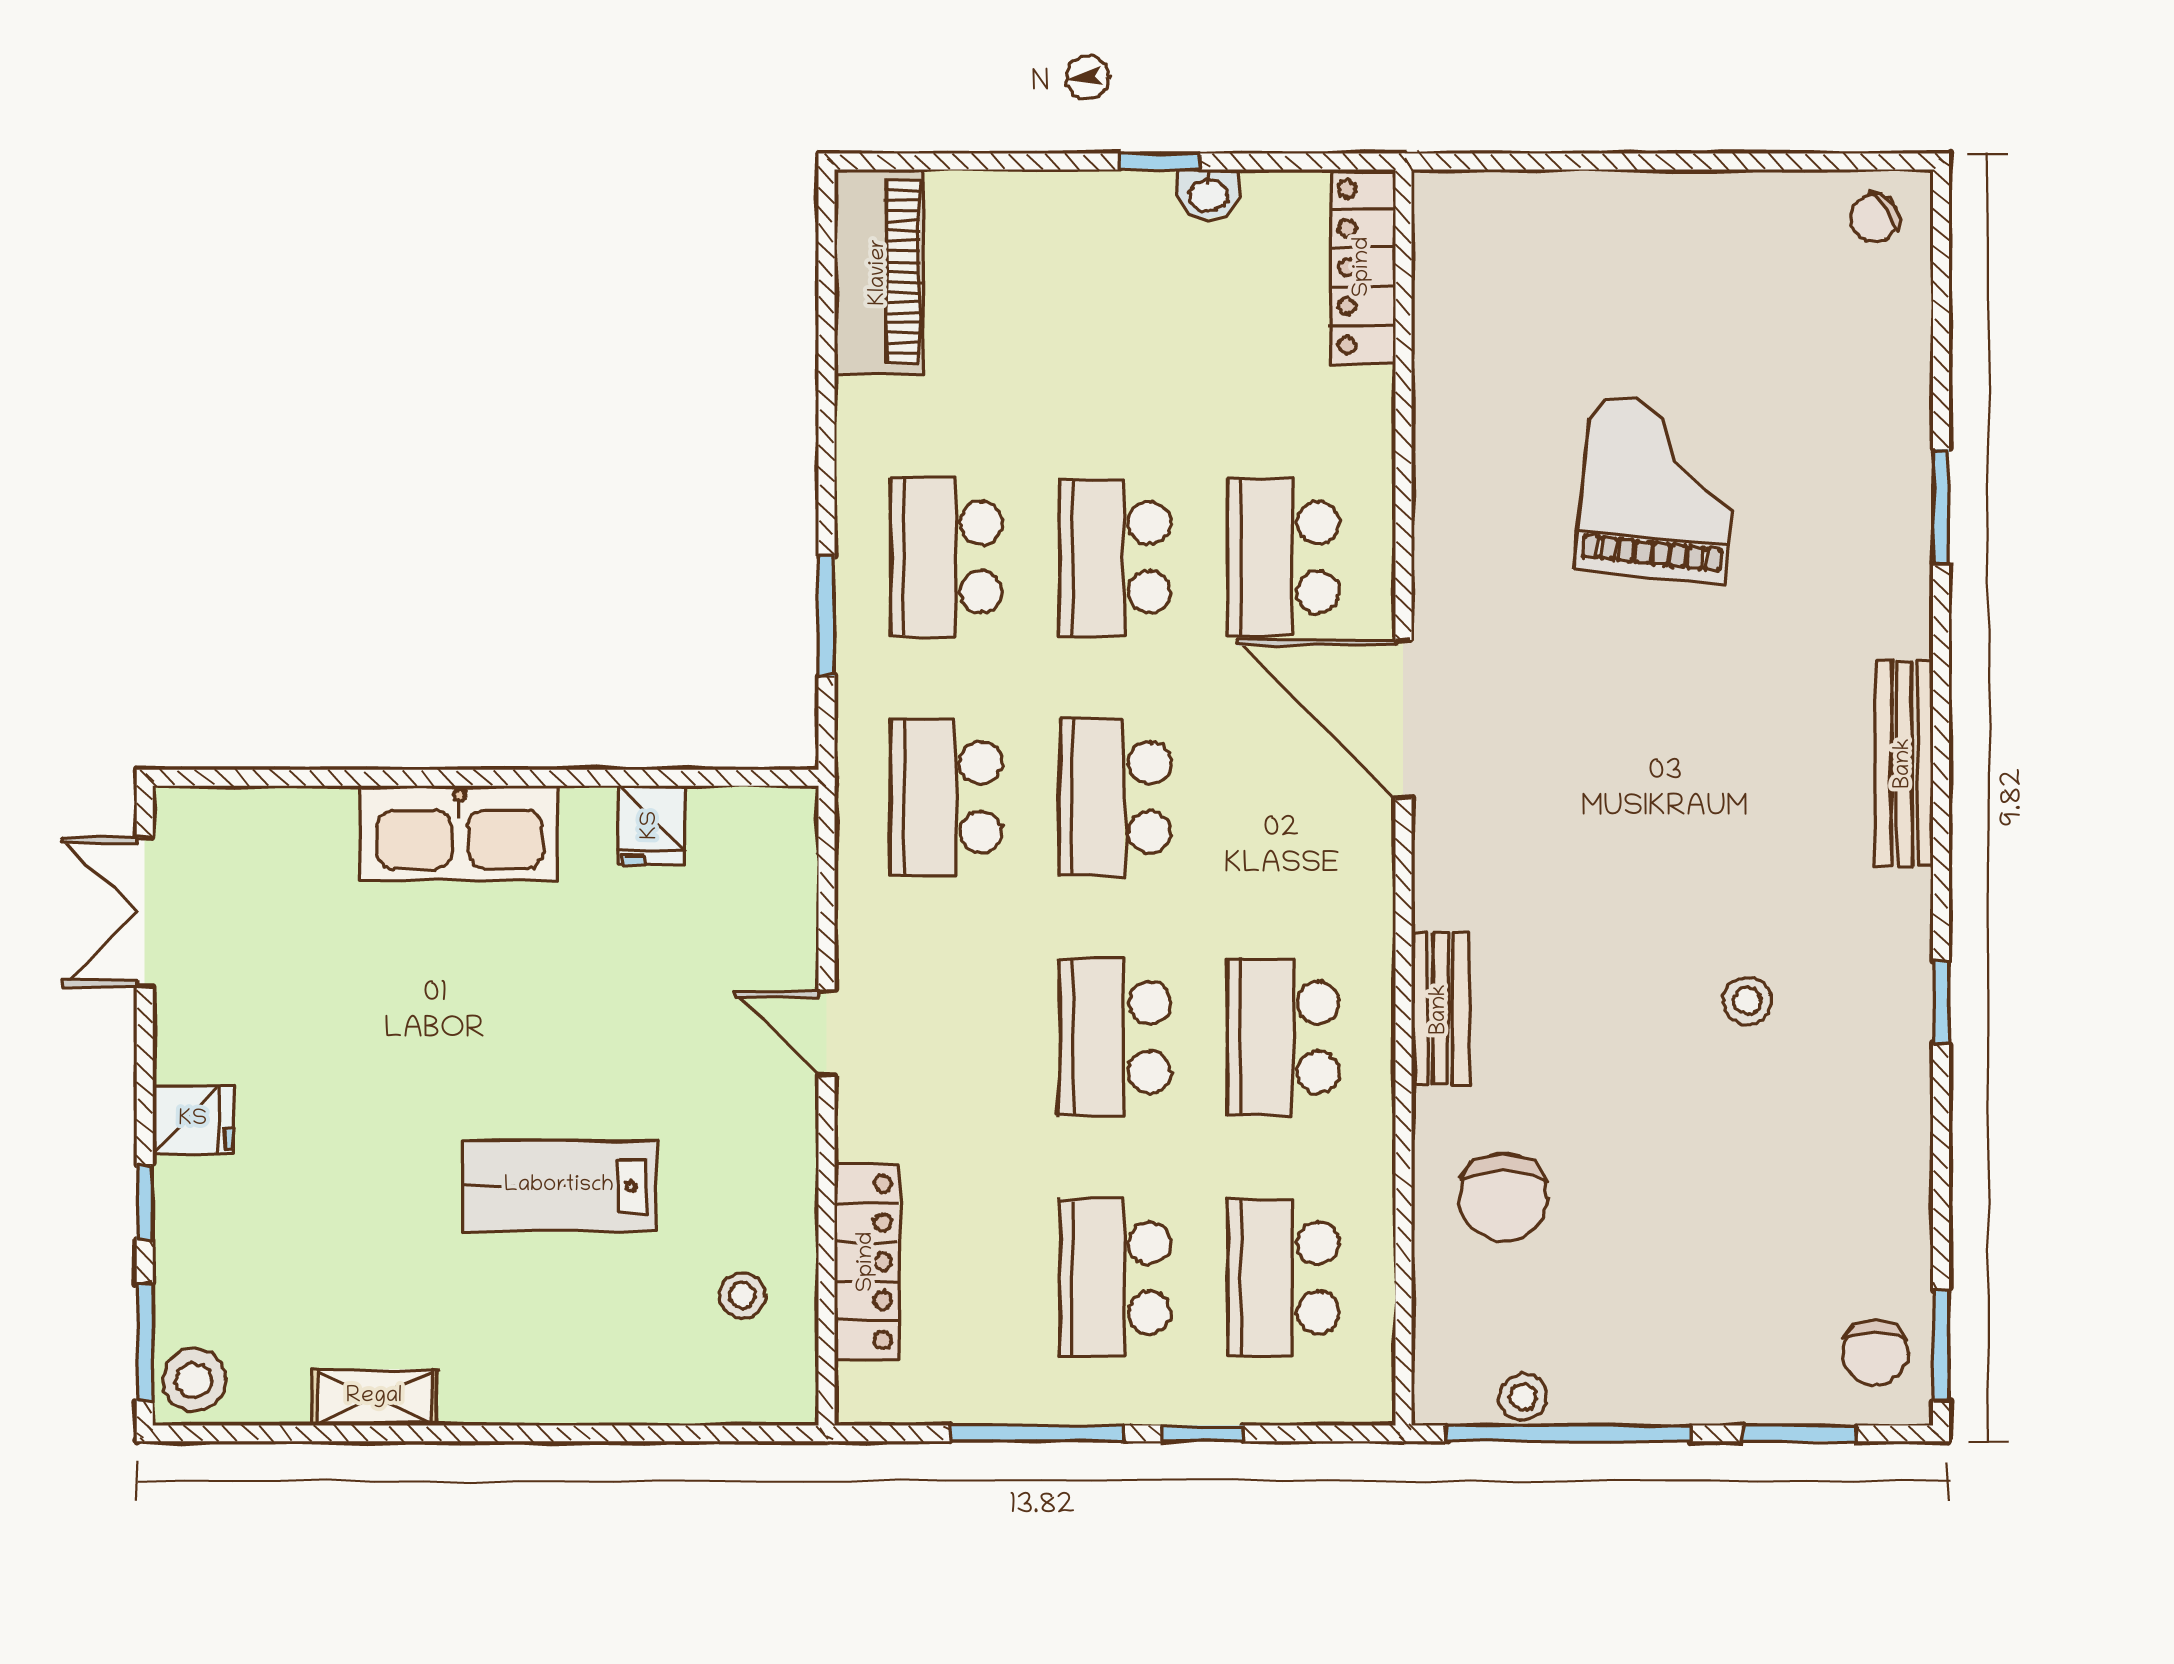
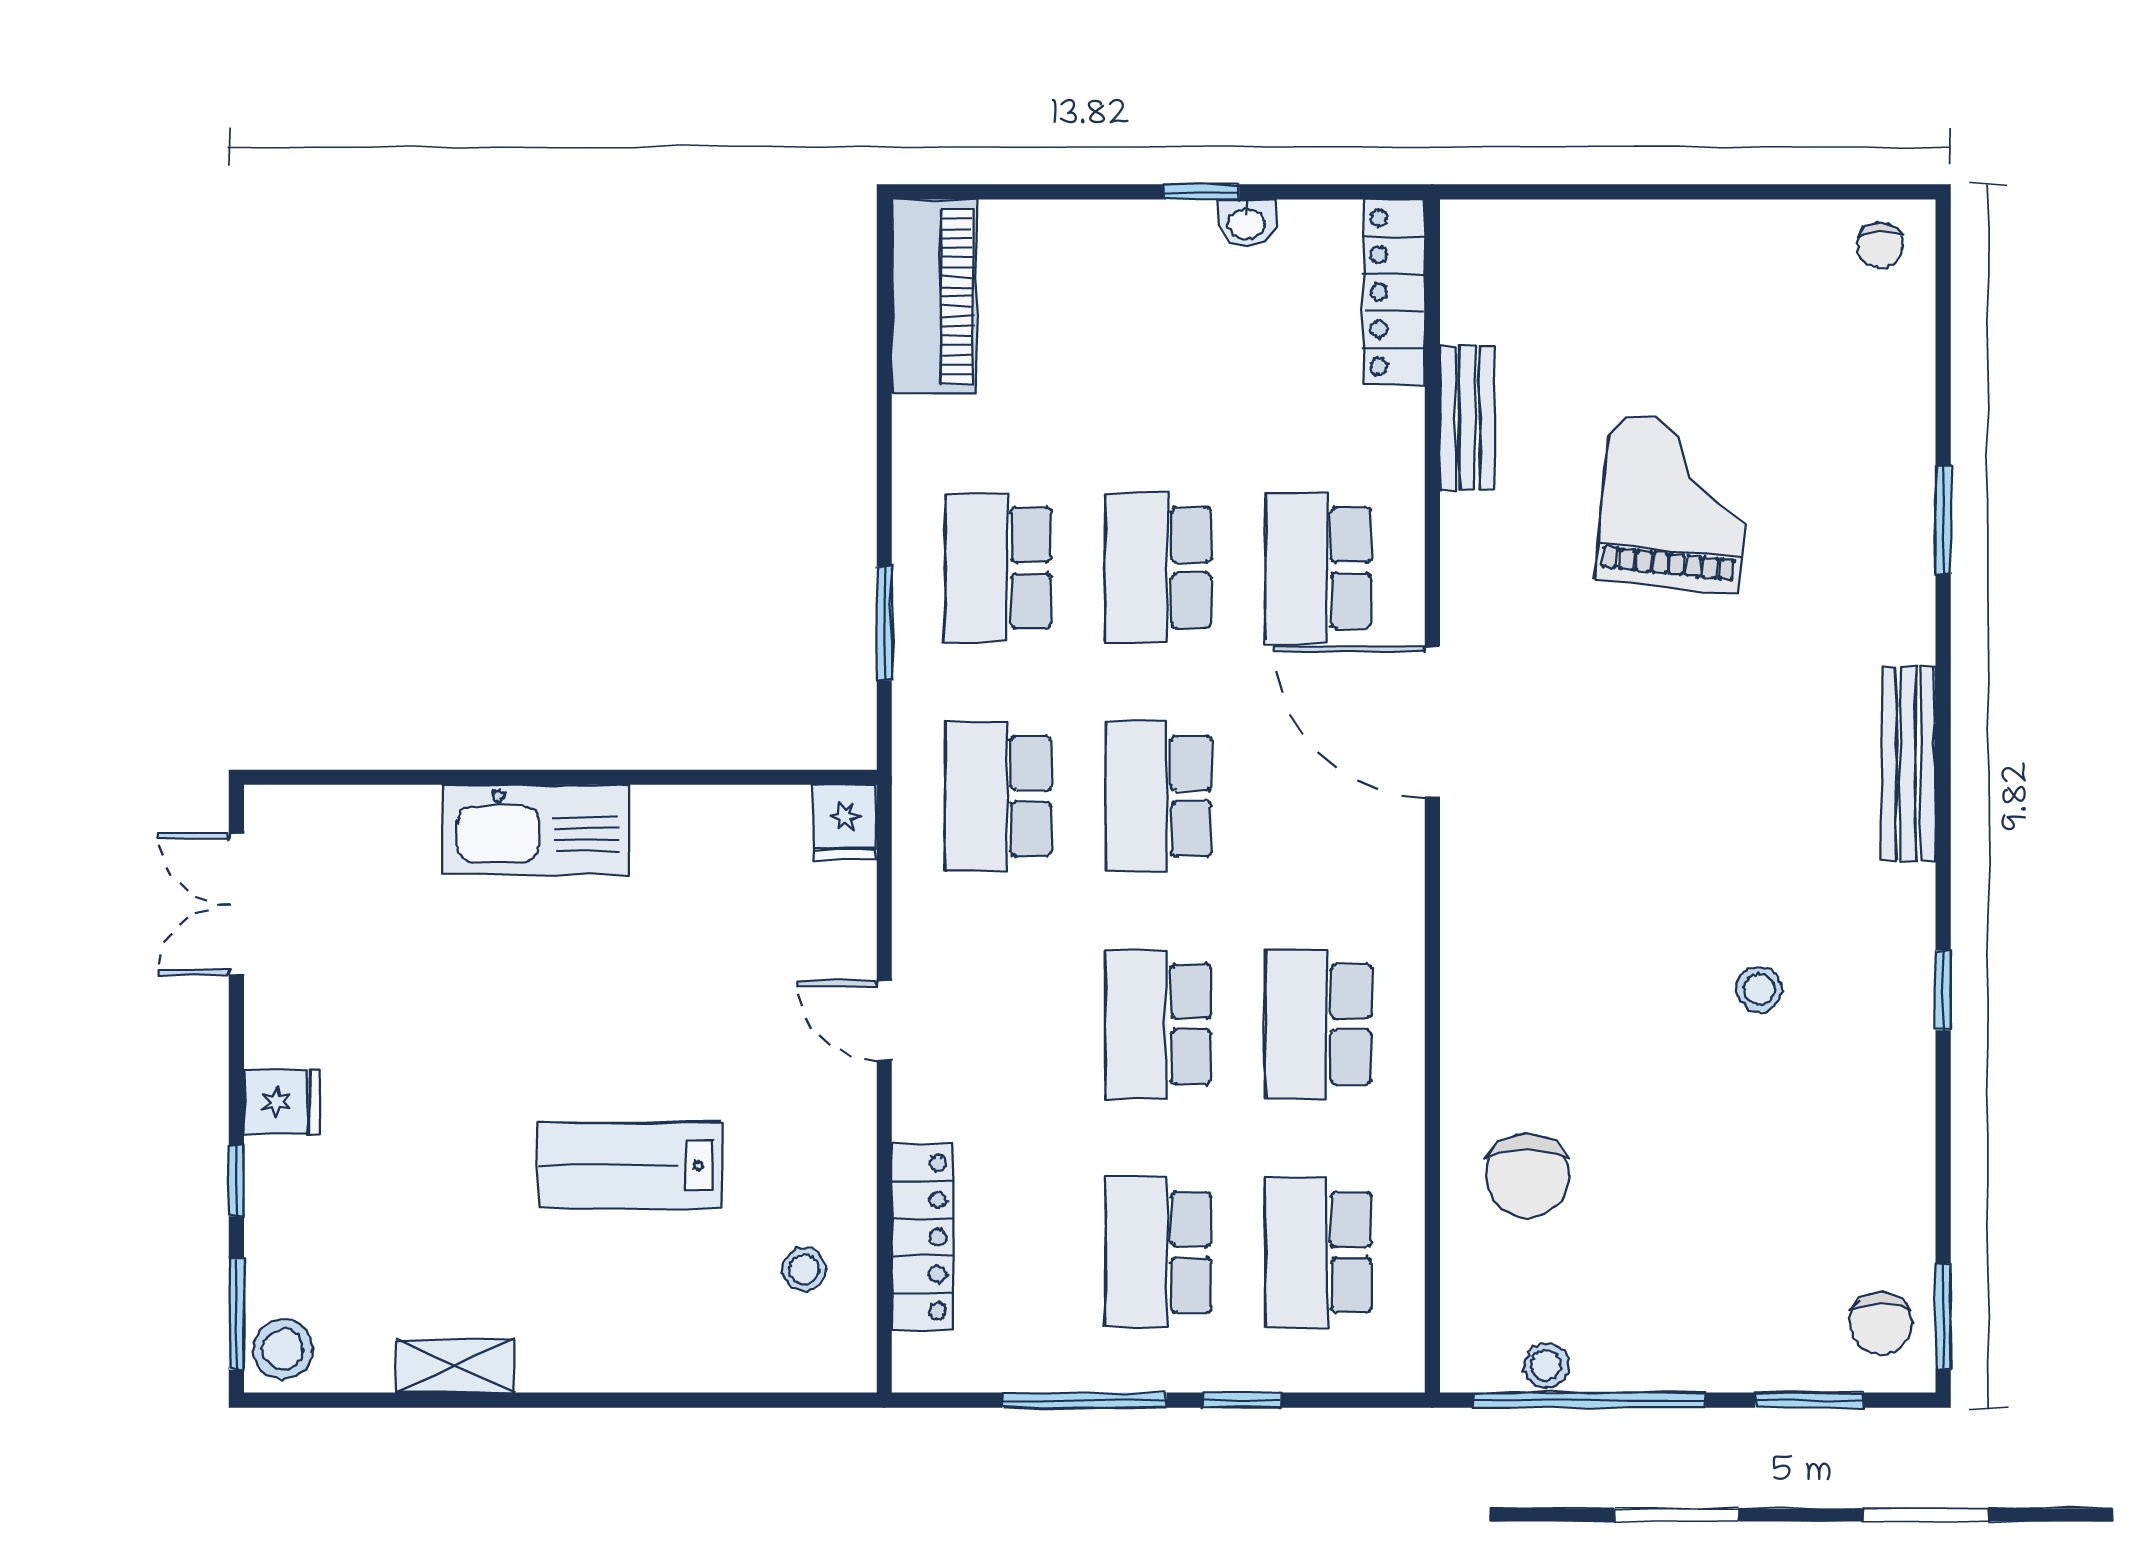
chair: (1875, 218) -> (1880, 245), turned -55
fridge: (651, 825) -> (845, 822), moved
bench: (1440, 1009) -> (1467, 418), moved

